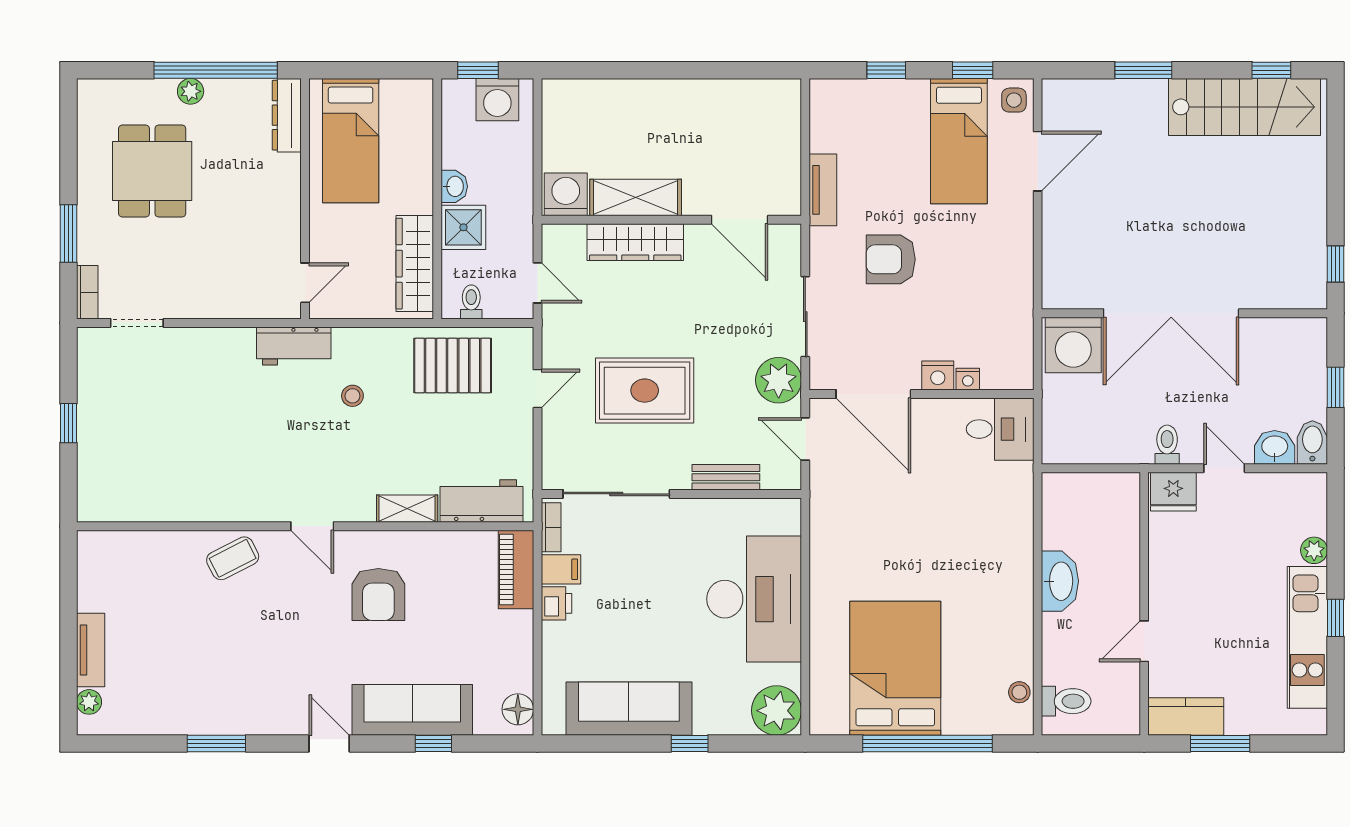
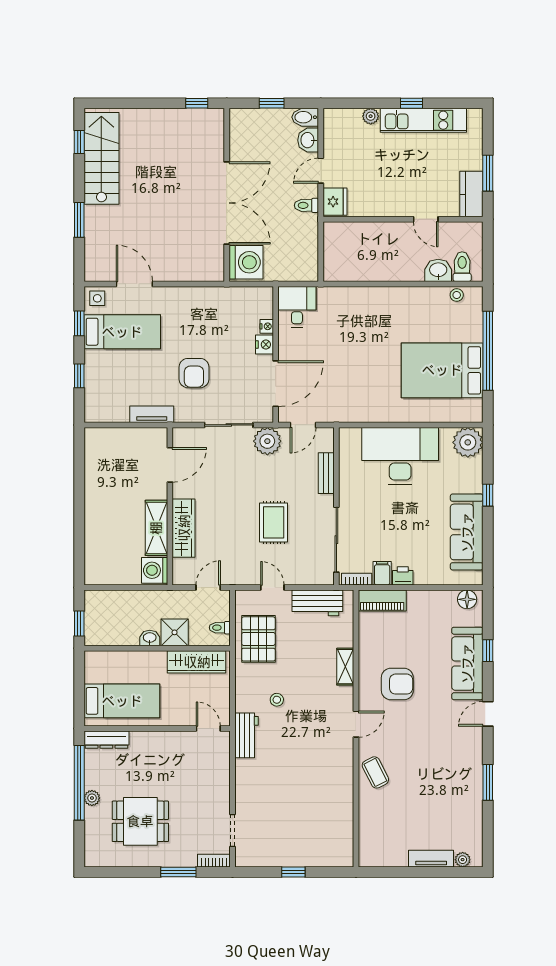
washing machine: (497, 100) -> (97, 612), removed
rug: (645, 391) -> (274, 522), width x0.73, depth x0.70
workbench: (482, 501) -> (317, 603), moved, turned -90
washbasin: (1060, 581) -> (438, 270), moved, width x0.72

